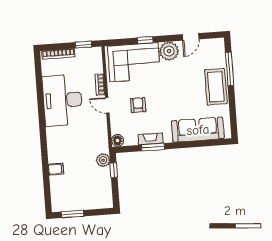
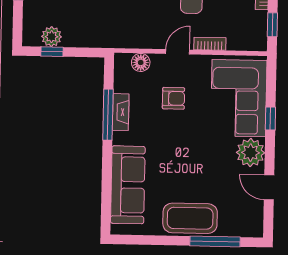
floor lamp: (117, 140) -> (141, 62), moved
window: (153, 147) -> (108, 115), width x1.44
plant: (103, 160) -> (52, 37), moved
window: (114, 170) -> (52, 52), moved

